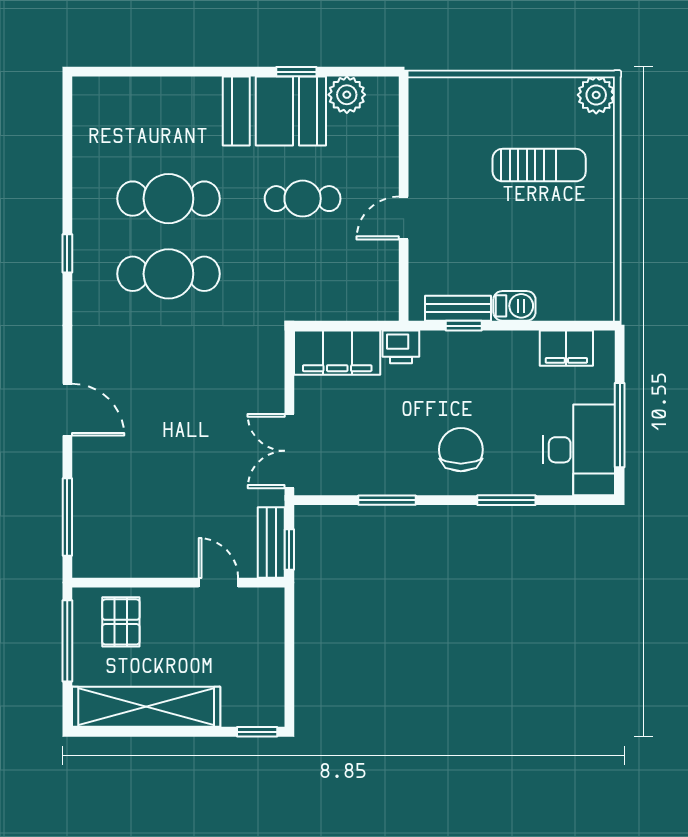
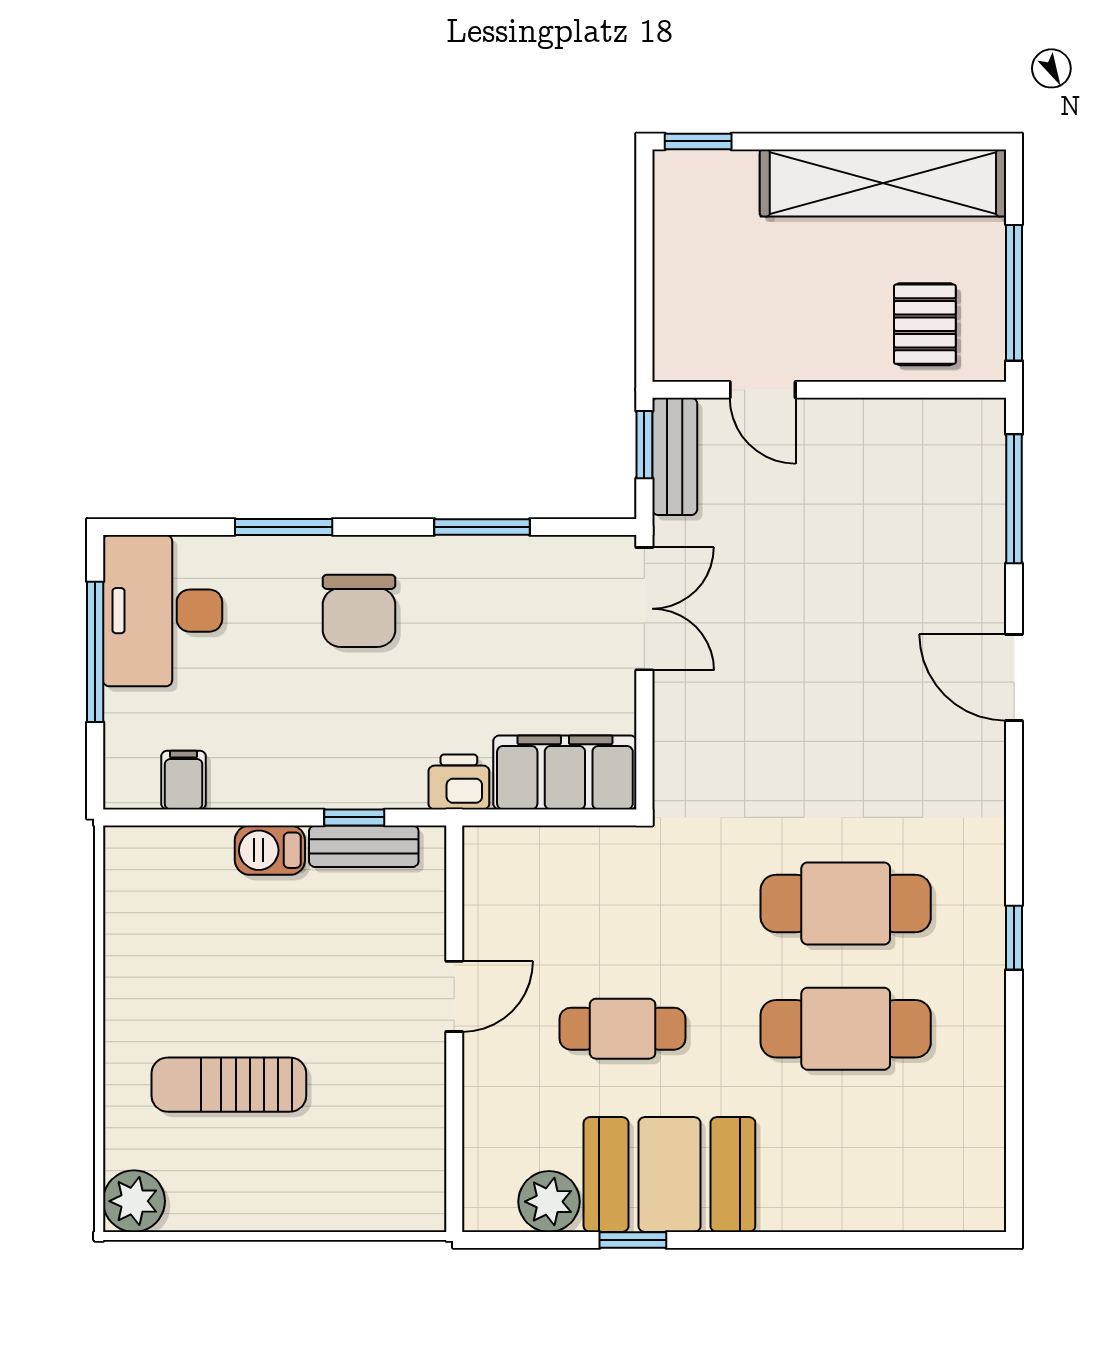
filing cabinet: (566, 348) -> (184, 780), width x0.50

